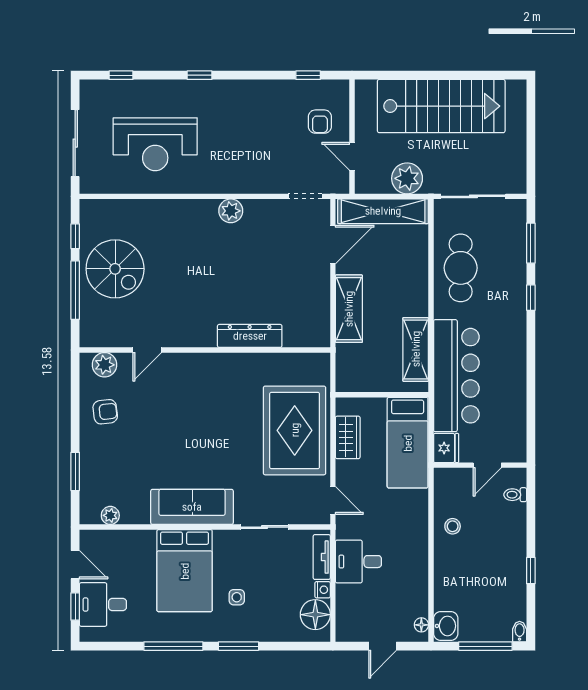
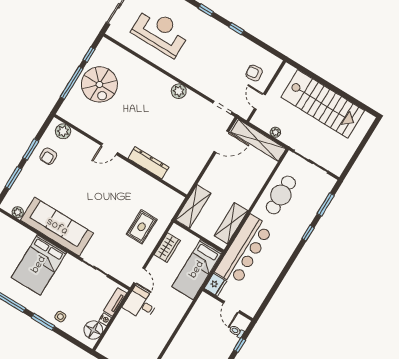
window: (308, 75) -> (236, 29), moved
armchair: (320, 122) -> (254, 73), turned 84
reception desk: (155, 144) -> (160, 32), turned 180
plant: (407, 178) -> (275, 132), width x0.53, depth x0.53
shelving: (349, 309) -> (193, 207), moved
door: (147, 350) -> (109, 149), moved
armchair: (105, 412) -> (48, 156), turned 97
window: (75, 417) -> (31, 149), added
rug: (295, 430) -> (142, 227), width x0.54, depth x0.49
door: (487, 465) -> (231, 307), hinge flipped
sofa: (192, 507) -> (57, 227), width x1.36, depth x1.27
window: (531, 511) -> (240, 345), added
stool: (453, 526) -> (194, 328), removed
desk: (358, 562) -> (141, 304), moved
side table: (237, 597) -> (60, 317), moved

